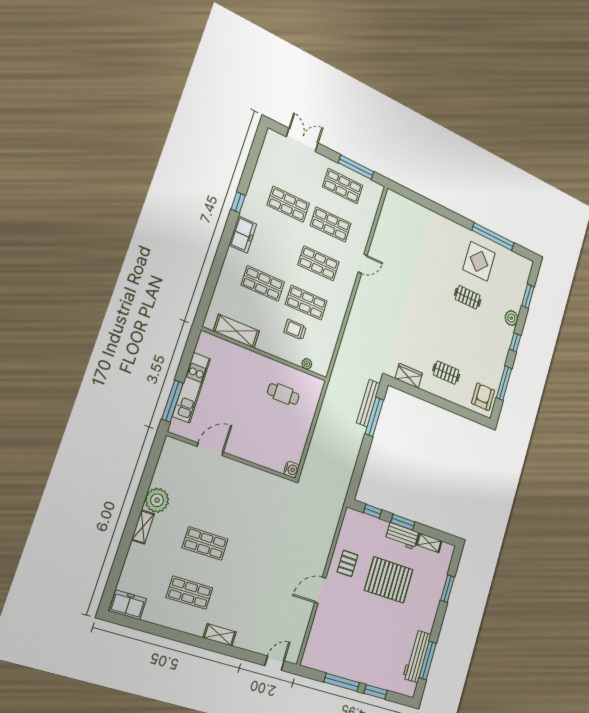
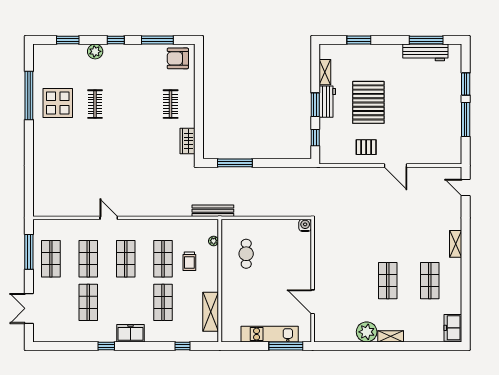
window: (211, 285) -> (183, 346), added
bench: (368, 403) -> (213, 211), moved

